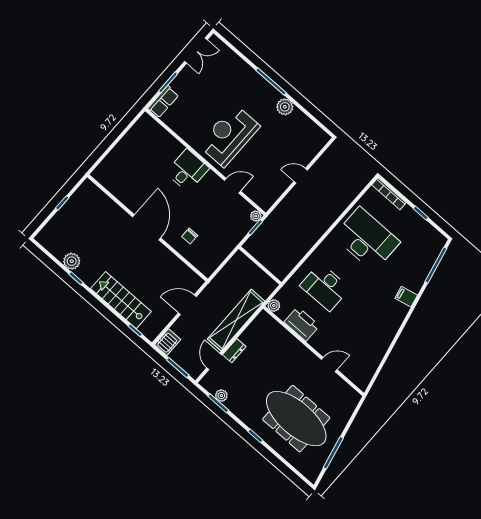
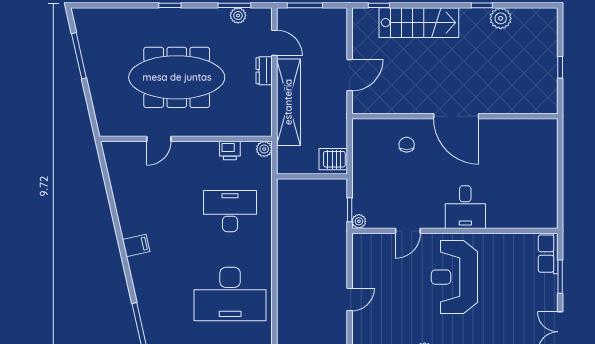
reception desk: (229, 136) -> (454, 277), turned 180
filing cabinet: (406, 297) -> (136, 245), moved
printer: (302, 324) -> (230, 150), width x0.53, depth x0.68
server rack: (168, 342) -> (333, 159), moved, turned 90
meeting table: (296, 419) -> (177, 77), moved

